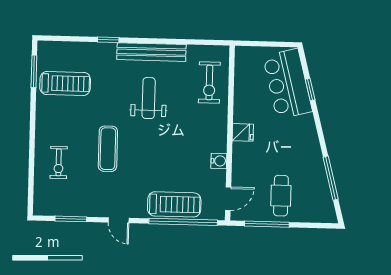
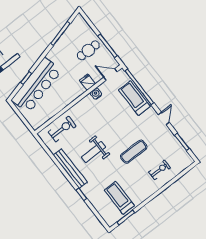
bar counter: (288, 84) -> (37, 85), width x1.36
fridge: (243, 132) -> (87, 82), moved

